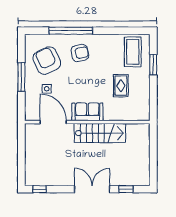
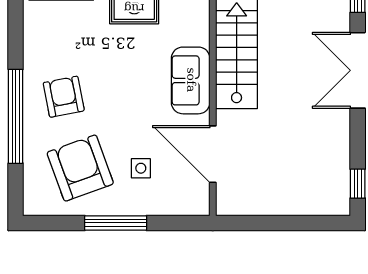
armchair: (47, 61) -> (80, 168), turned 95
door: (53, 122) -> (213, 154), hinge flipped

